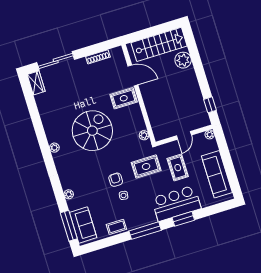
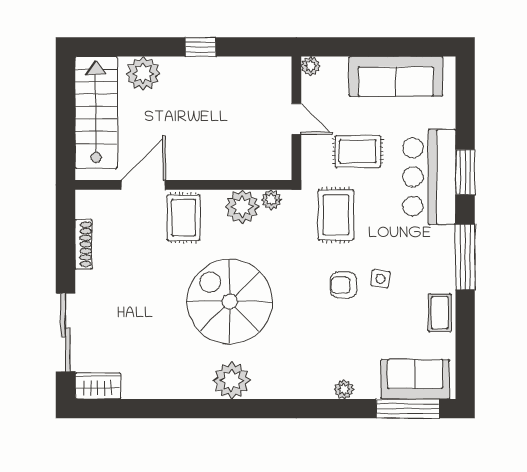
window: (210, 105) -> (200, 47), moved
plant: (137, 123) -> (242, 207), added
plant: (54, 148) -> (232, 380), width x1.88, depth x1.88

